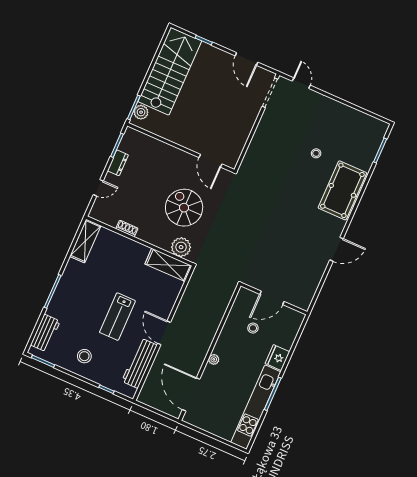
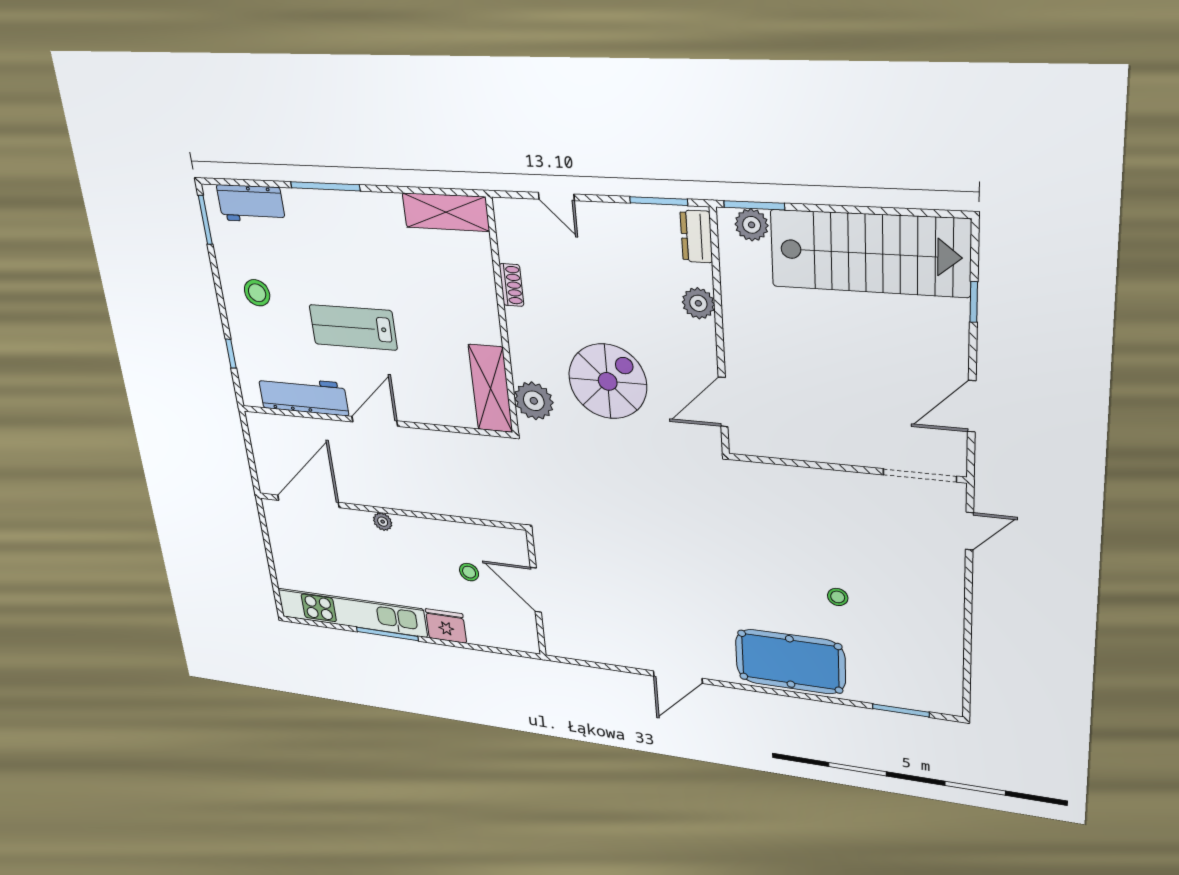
plant: (165, 150) -> (698, 303), added
dresser: (118, 163) -> (696, 236), moved, turned 90
door: (337, 249) -> (678, 677), hinge flipped

